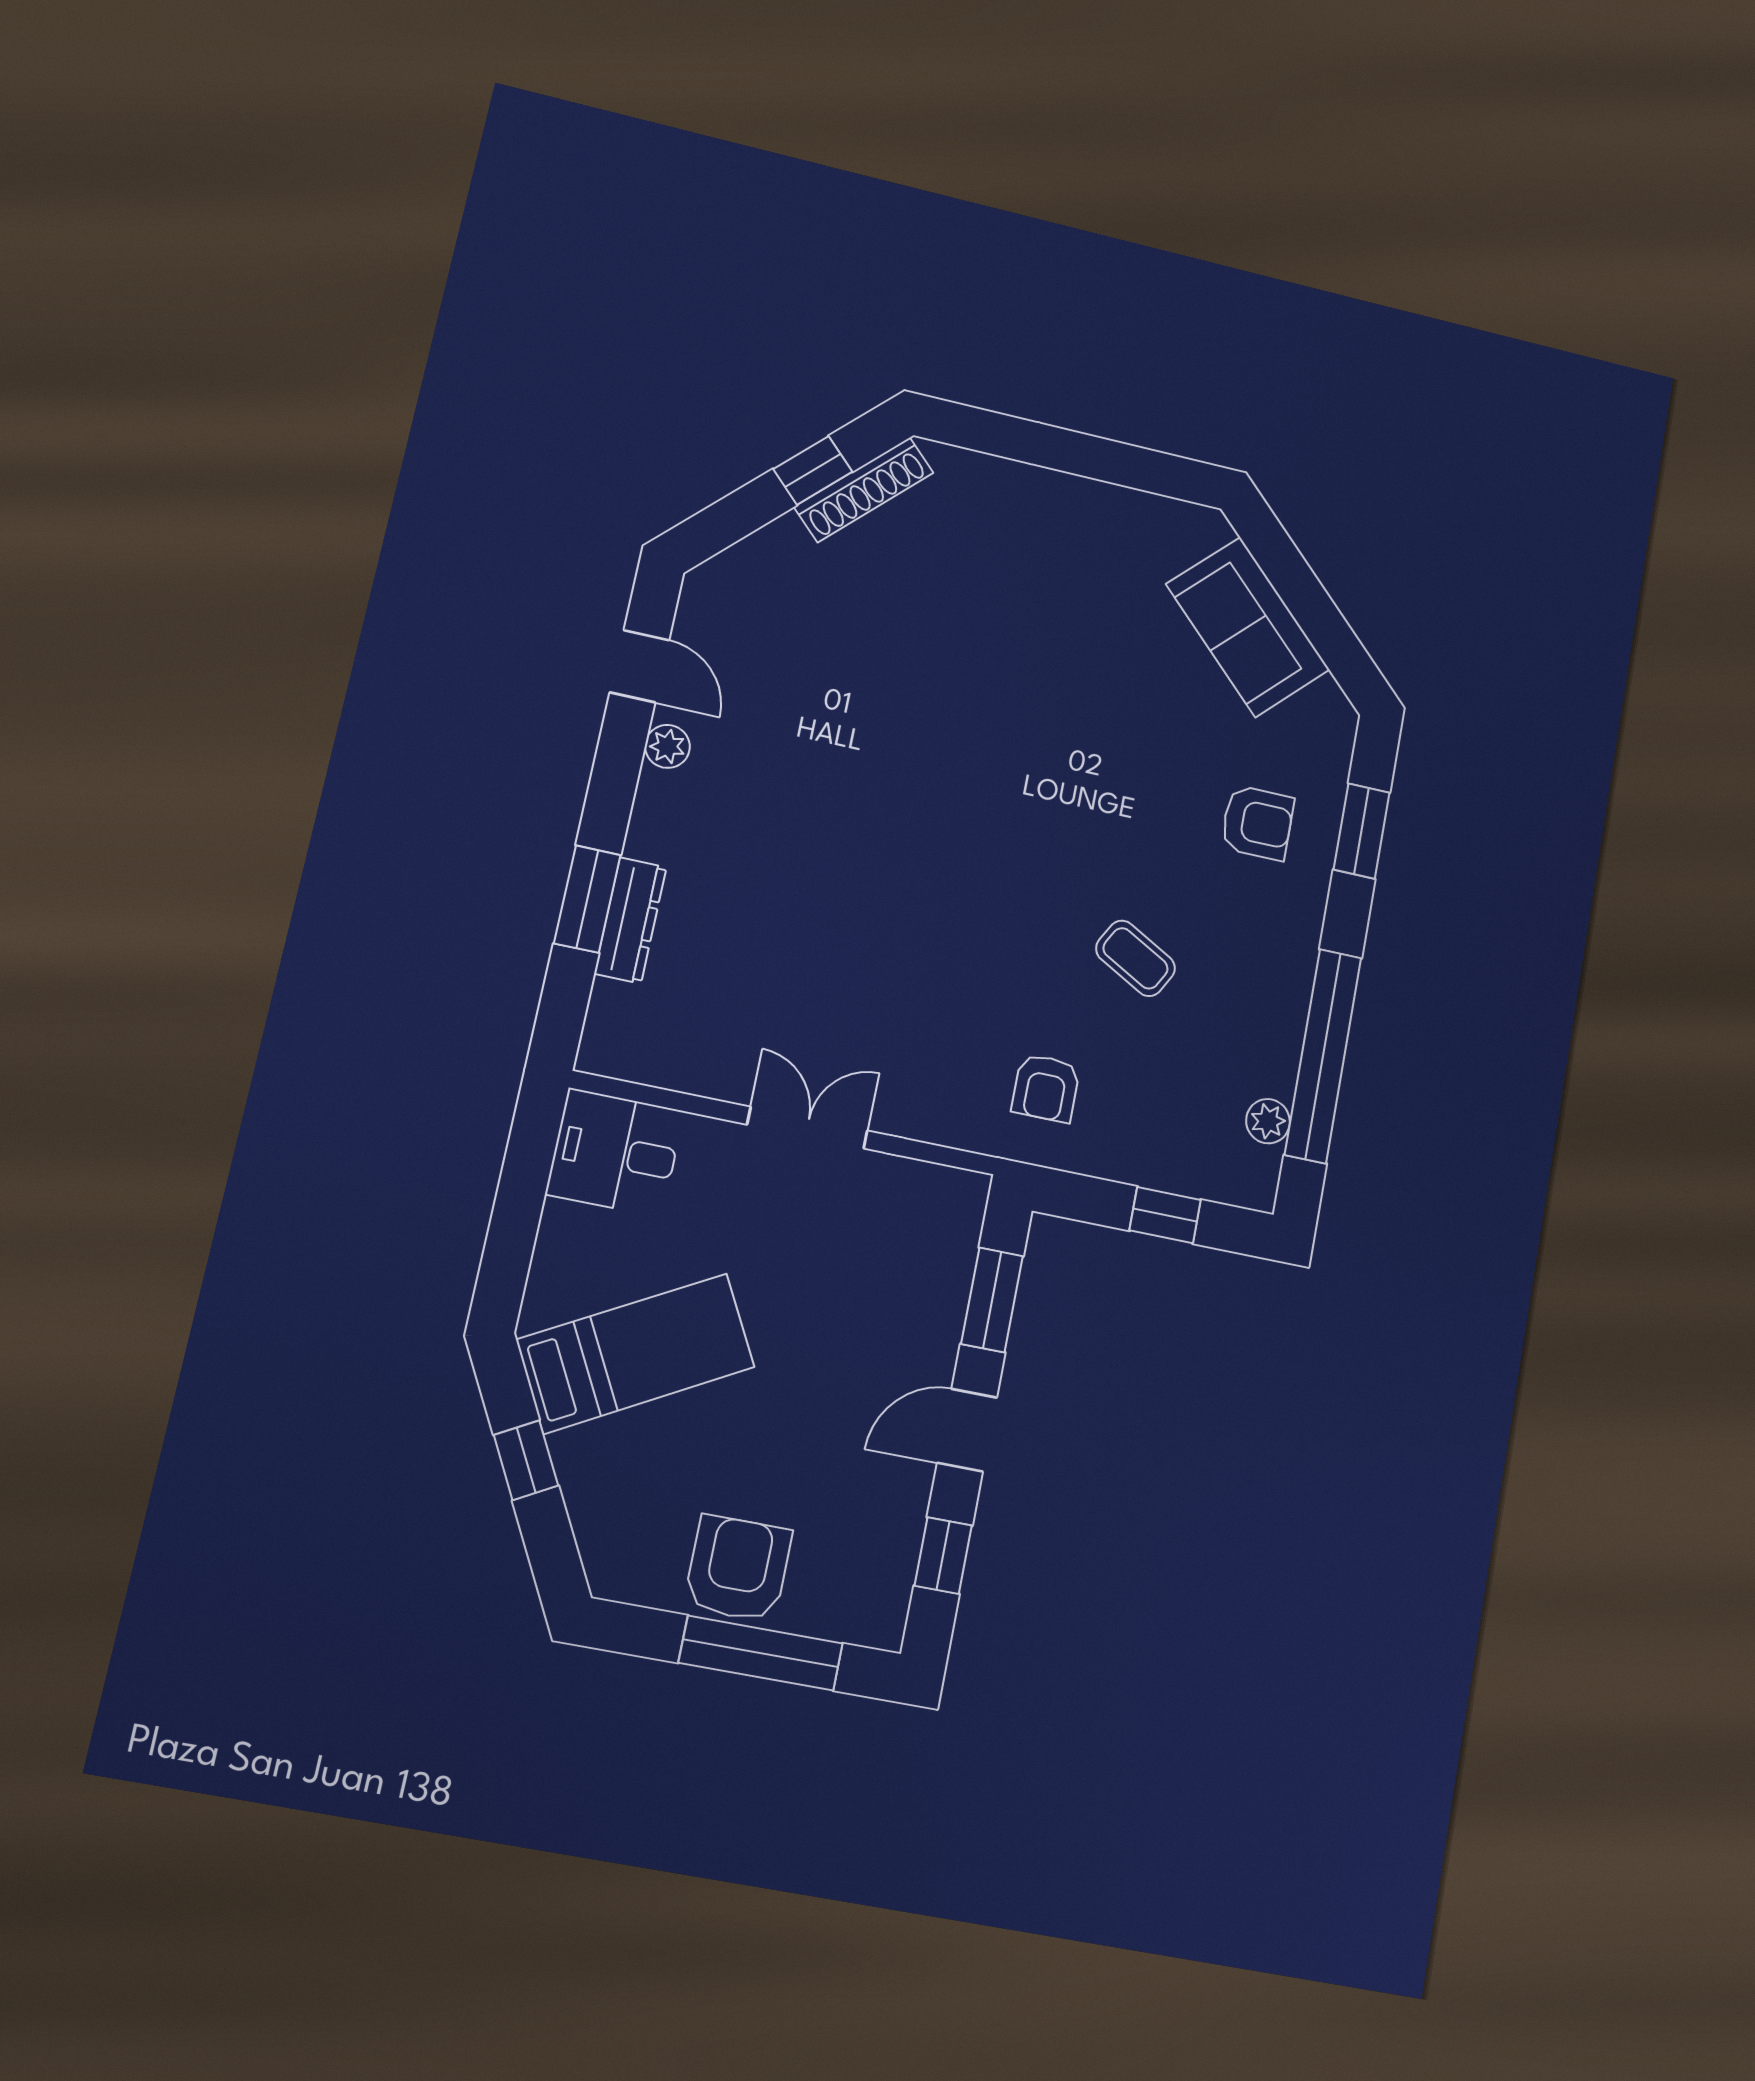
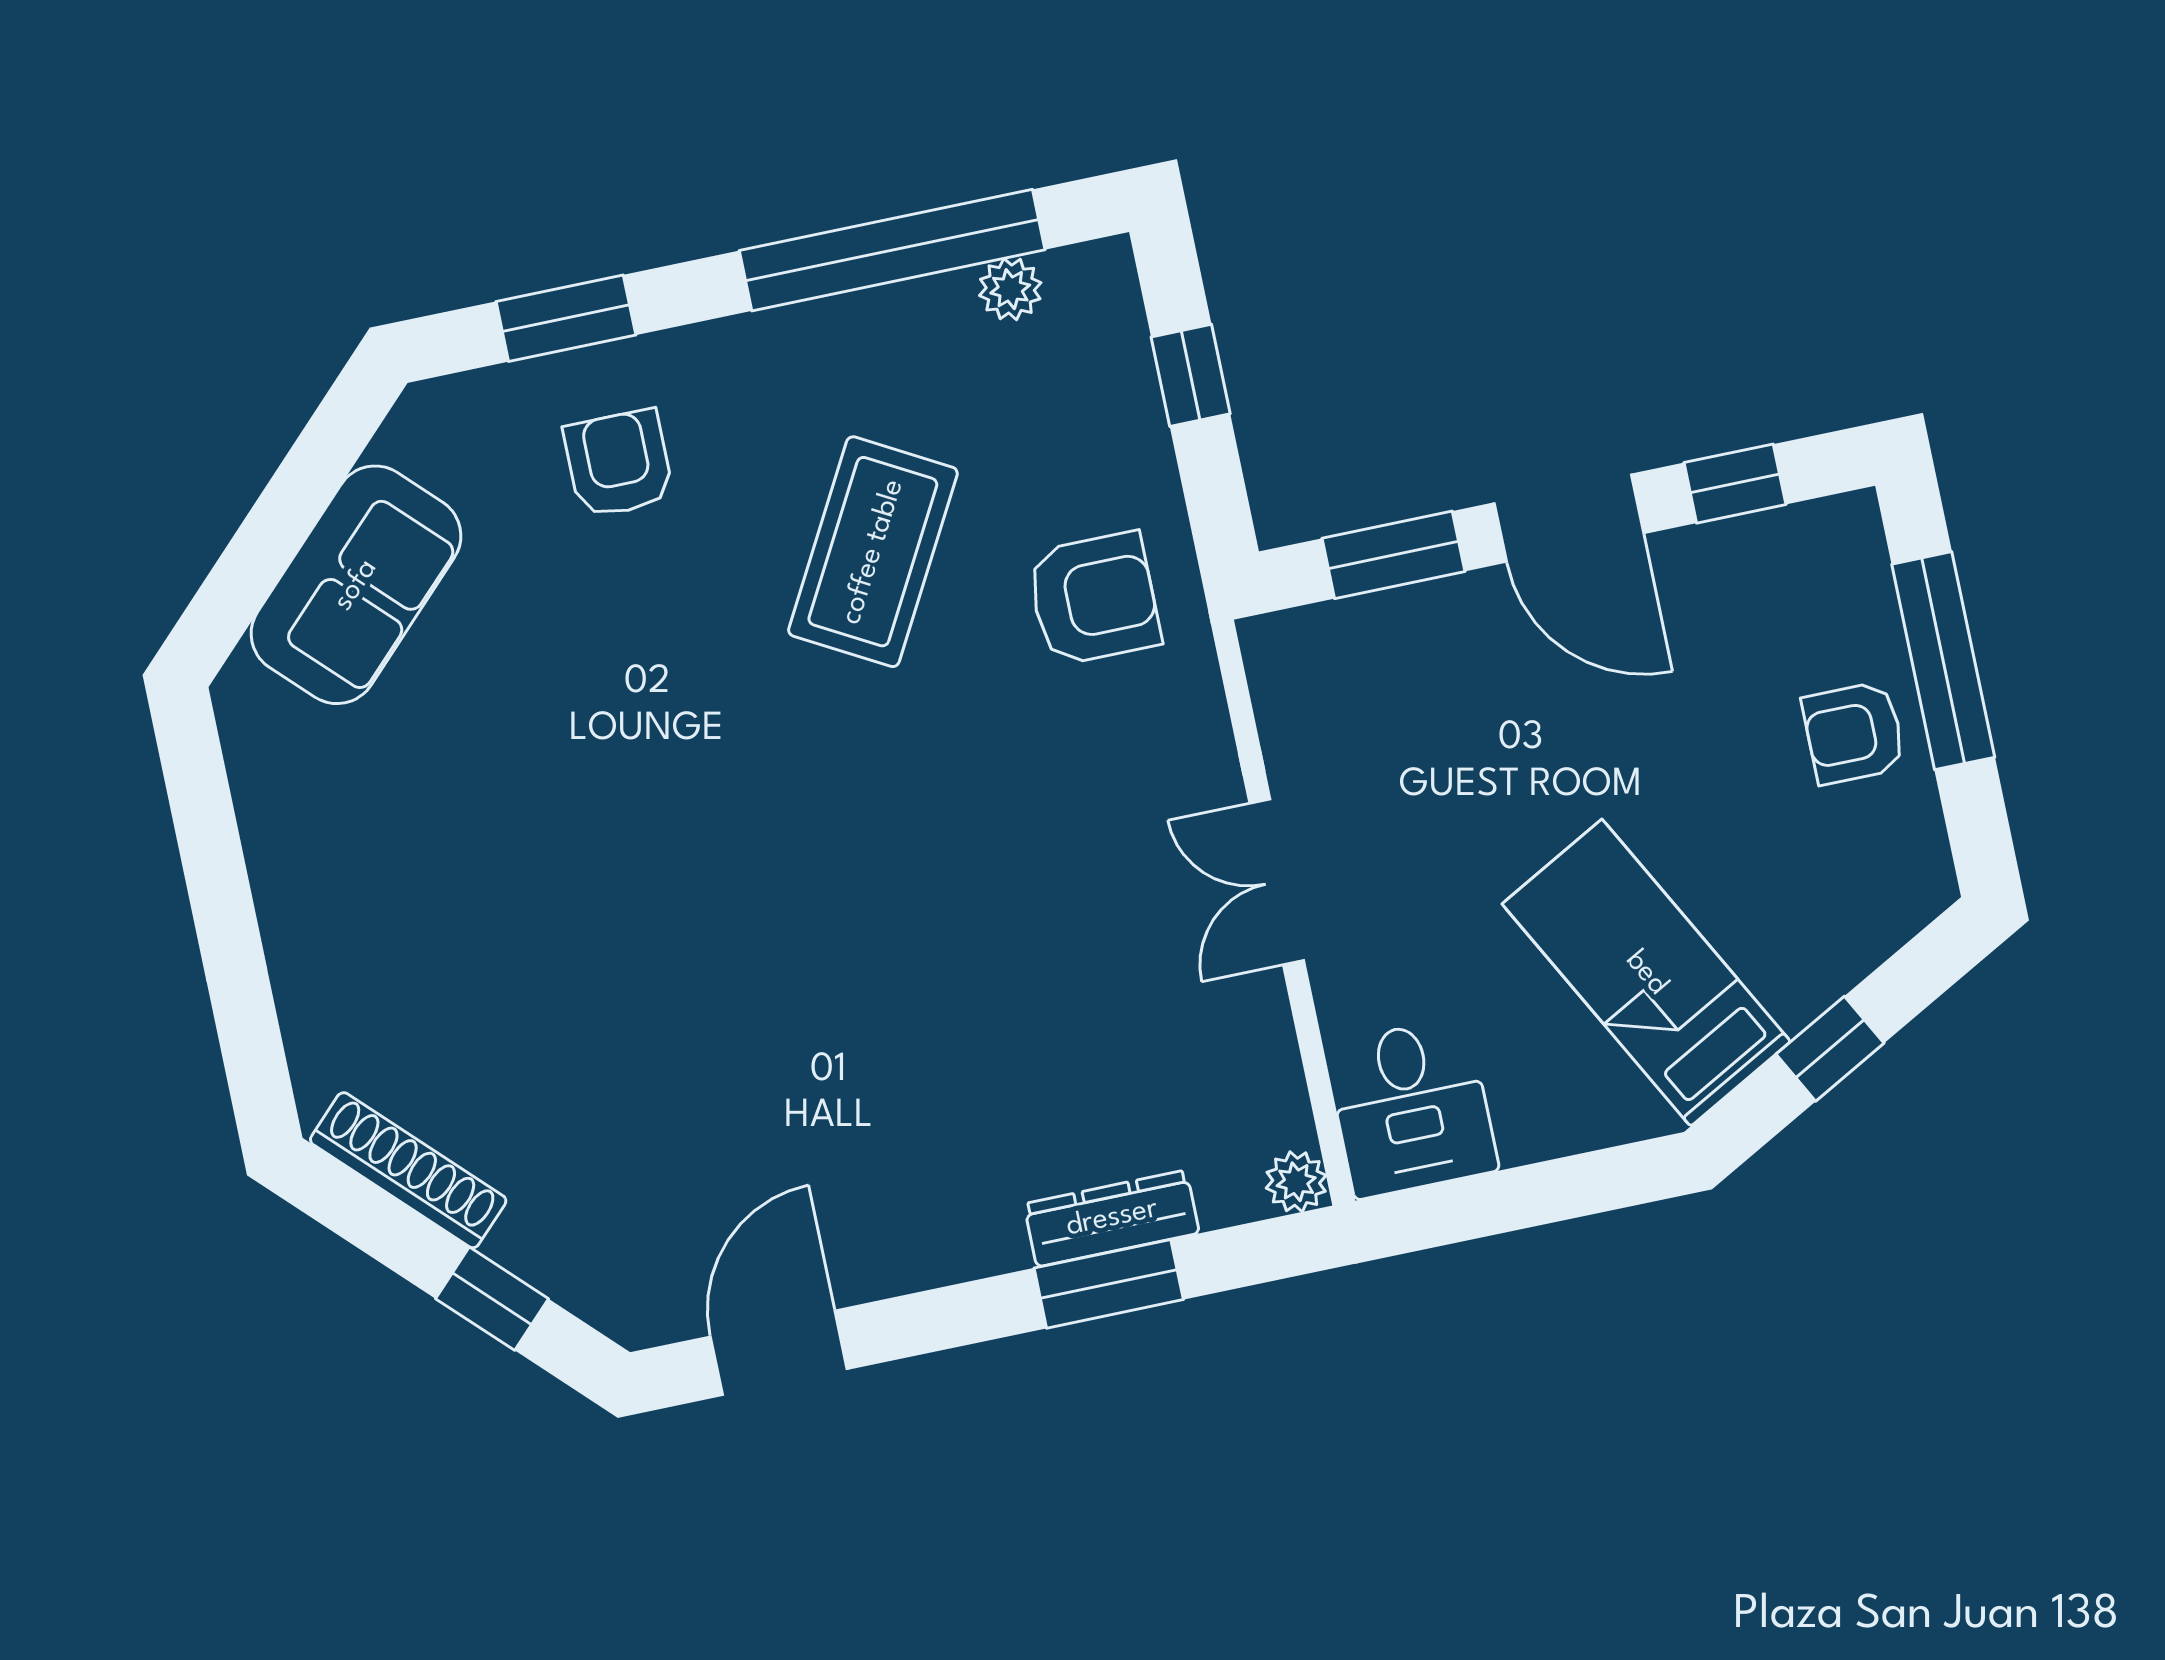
window: (813, 470) -> (492, 1299), moved
door: (639, 666) -> (779, 1353), width x1.37
plant: (667, 746) -> (1296, 1182), moved
coffee table: (1136, 958) -> (873, 552), width x1.86, depth x1.72
armchair: (1046, 1088) -> (1094, 599), width x1.38, depth x1.38
door: (967, 1430) -> (1569, 518), width x1.38
armchair: (738, 1568) -> (1854, 733), width x0.72, depth x0.72

